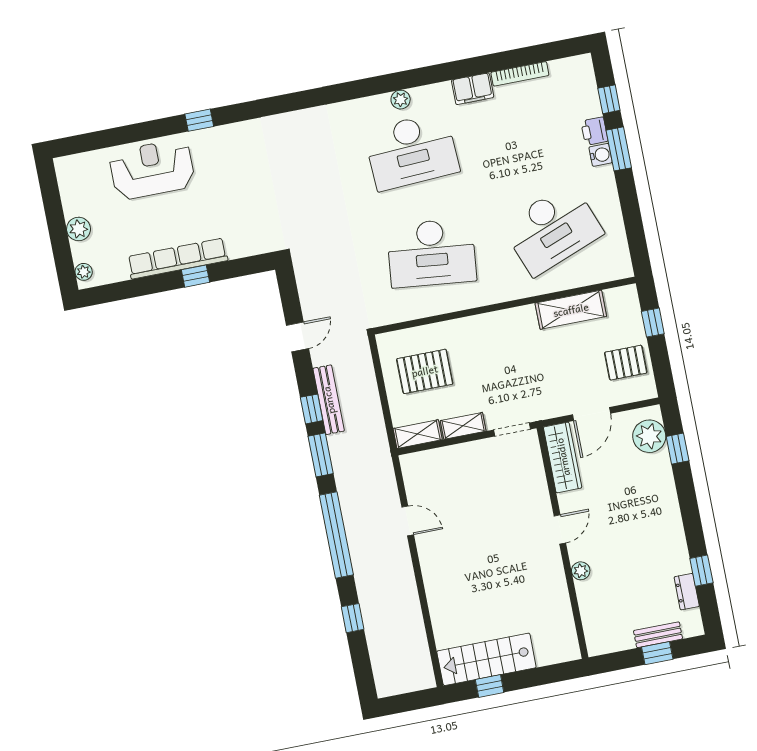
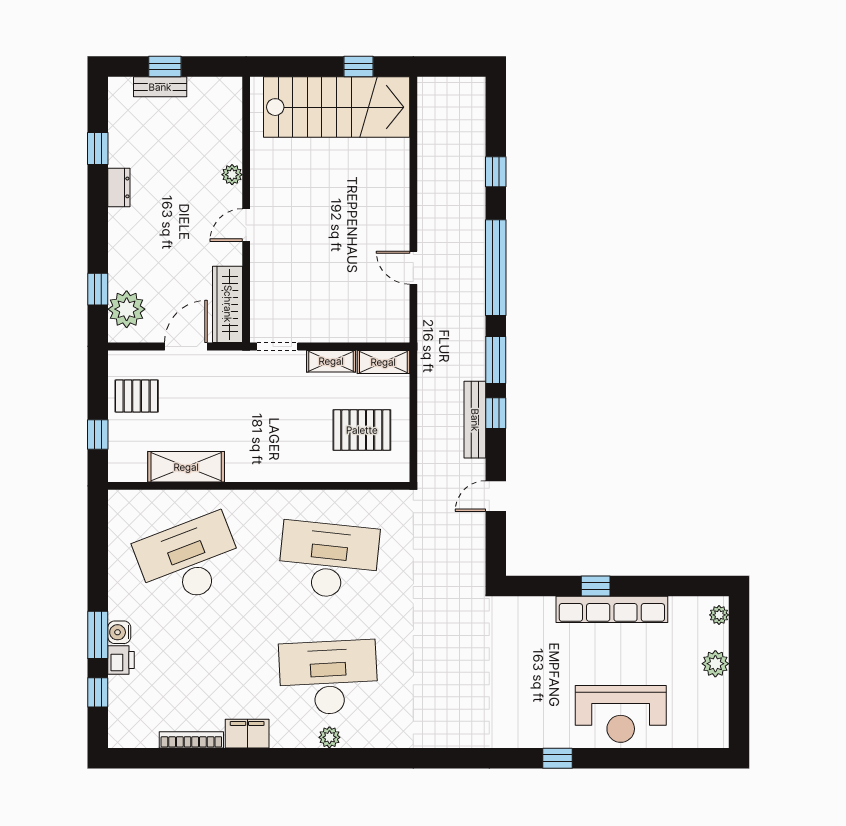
dresser: (687, 592) -> (119, 187), moved
stairs: (486, 659) -> (337, 107), width x1.36, depth x1.51

